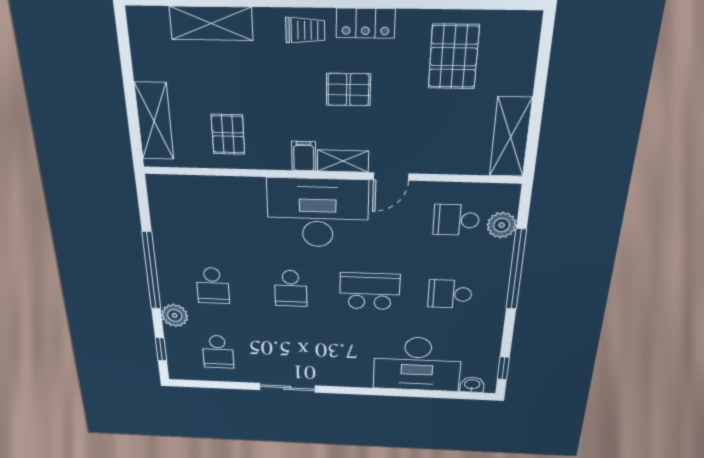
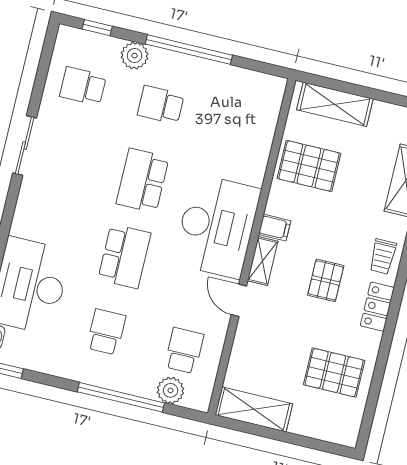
pallet: (228, 134) -> (309, 166), width x1.50, depth x1.42
school desk: (291, 288) -> (143, 180), width x1.85

